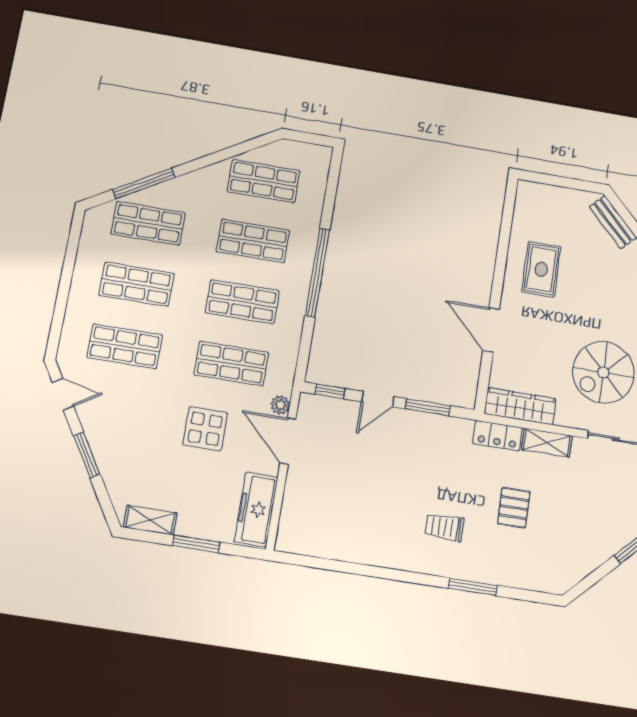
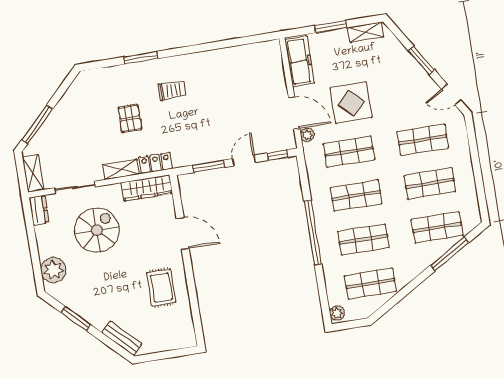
plant: (321, 158) -> (337, 313), added
display table: (205, 429) -> (351, 103), width x1.36, depth x1.36

